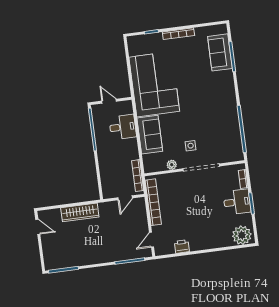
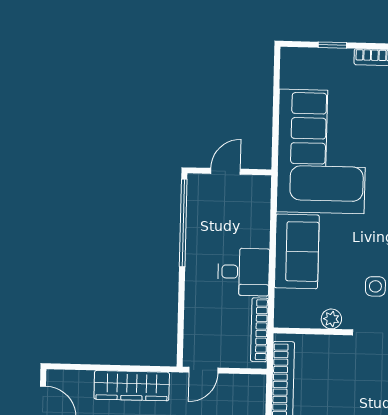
door: (109, 101) -> (226, 171), hinge flipped
desk: (123, 127) -> (244, 272), moved
door: (125, 198) -> (203, 370), moved

